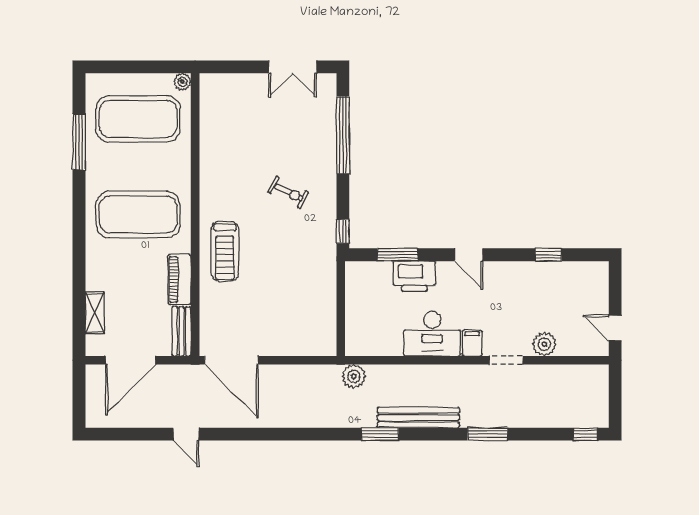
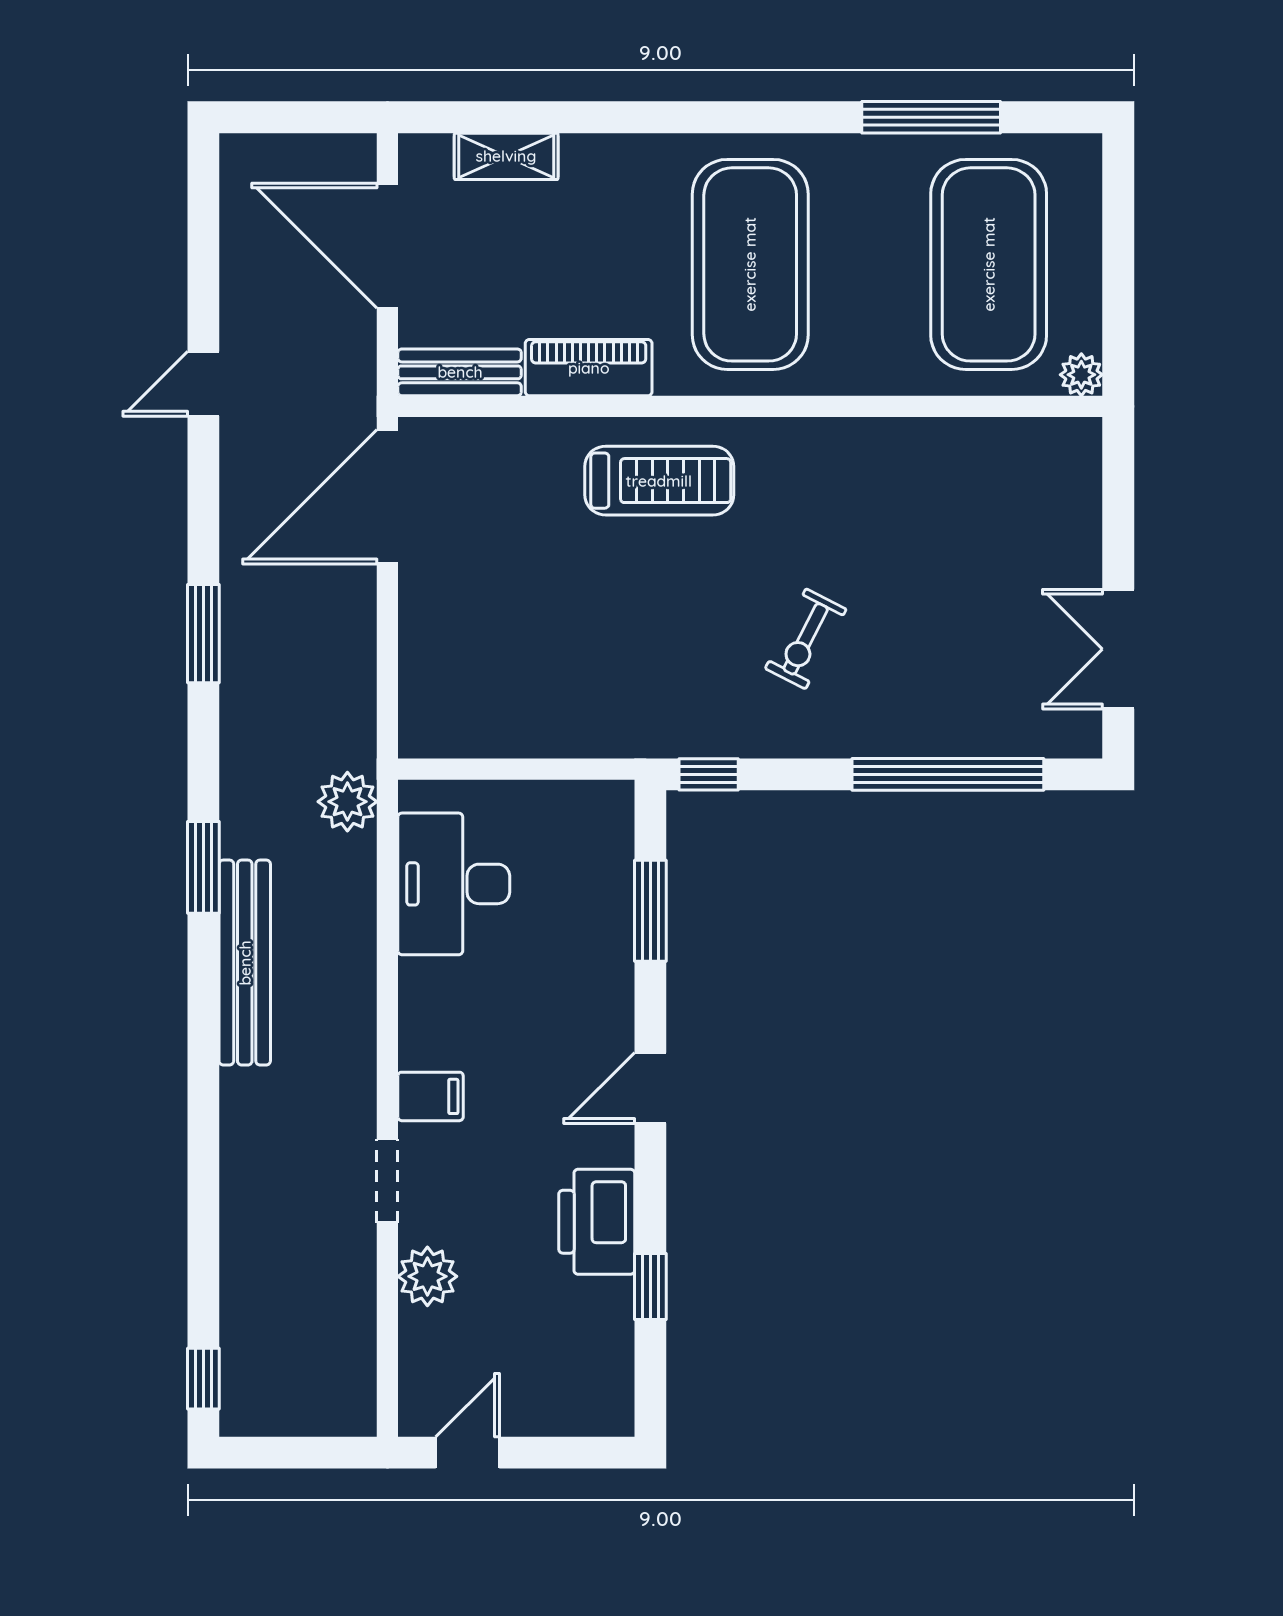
treadmill: (225, 251) -> (659, 481), turned 180
printer: (414, 276) -> (597, 1222), moved
desk: (432, 334) -> (454, 884), moved
window: (488, 434) -> (203, 634), moved

